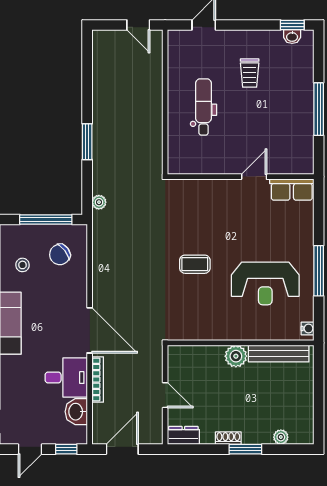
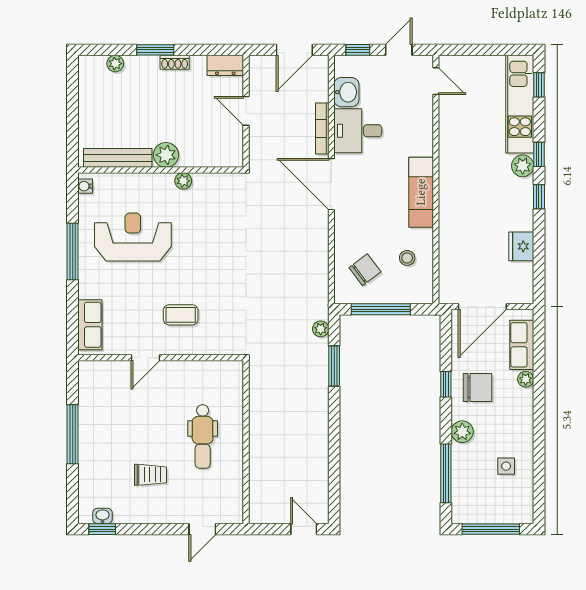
door: (138, 25) -> (304, 529), moved
trolley: (250, 73) -> (150, 475), turned 90
window: (87, 142) -> (334, 366), moved
row of seats: (292, 190) -> (90, 325), moved, turned 90
coffee table: (195, 264) -> (181, 315), moved
plant: (221, 333) -> (183, 181), added

